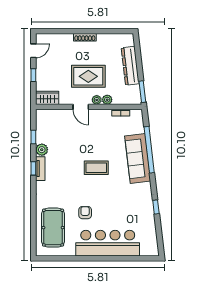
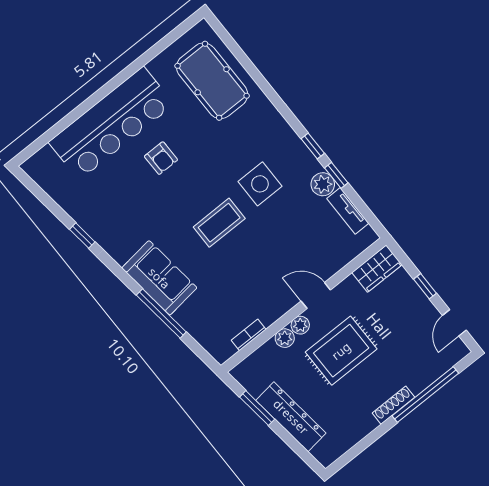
window: (68, 31) -> (425, 394), added
window: (142, 92) -> (257, 408), moved
window: (33, 137) -> (336, 175), moved
window: (149, 150) -> (161, 314), width x0.68
sofa: (138, 159) -> (159, 278), width x0.73
tv unit: (40, 169) -> (348, 211), moved
side table: (67, 170) -> (260, 184), added
armchair: (85, 213) -> (161, 158), moved

